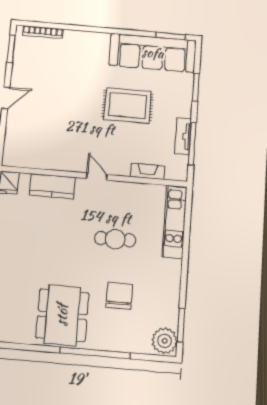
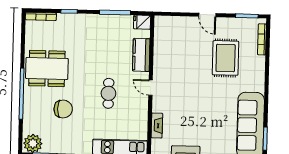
rug: (128, 105) -> (226, 58), moved
door: (97, 177) -> (151, 88), swing flipped
cafe table: (115, 239) -> (108, 93), moved

